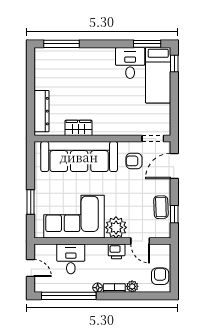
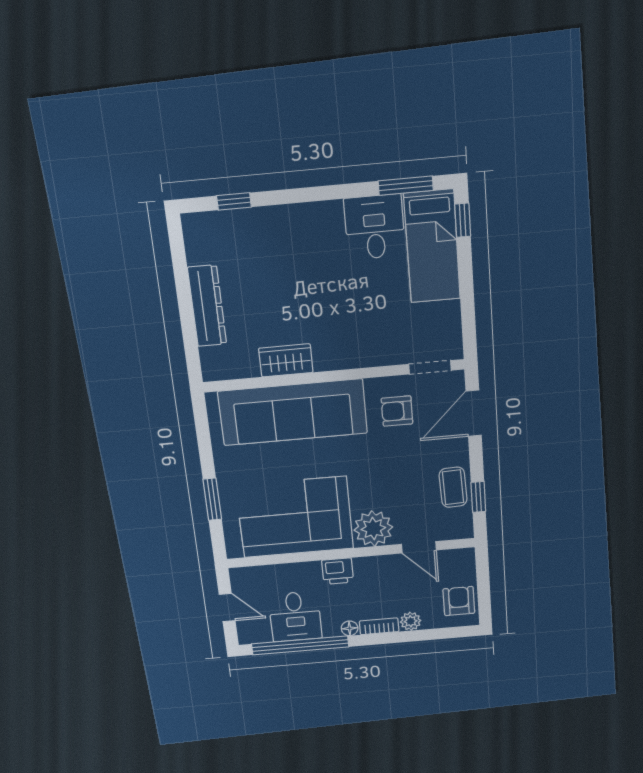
window: (62, 44) -> (234, 201), width x0.46
dresser: (41, 111) -> (207, 306), moved
printer: (117, 251) -> (338, 571), moved
desk: (71, 259) -> (295, 617), moved, turned 180

